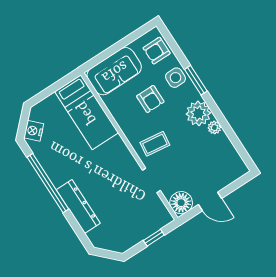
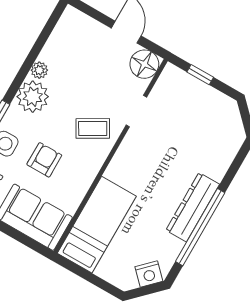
coffee table: (155, 144) -> (93, 128), turned -37
dresser: (78, 206) -> (193, 207), moved

